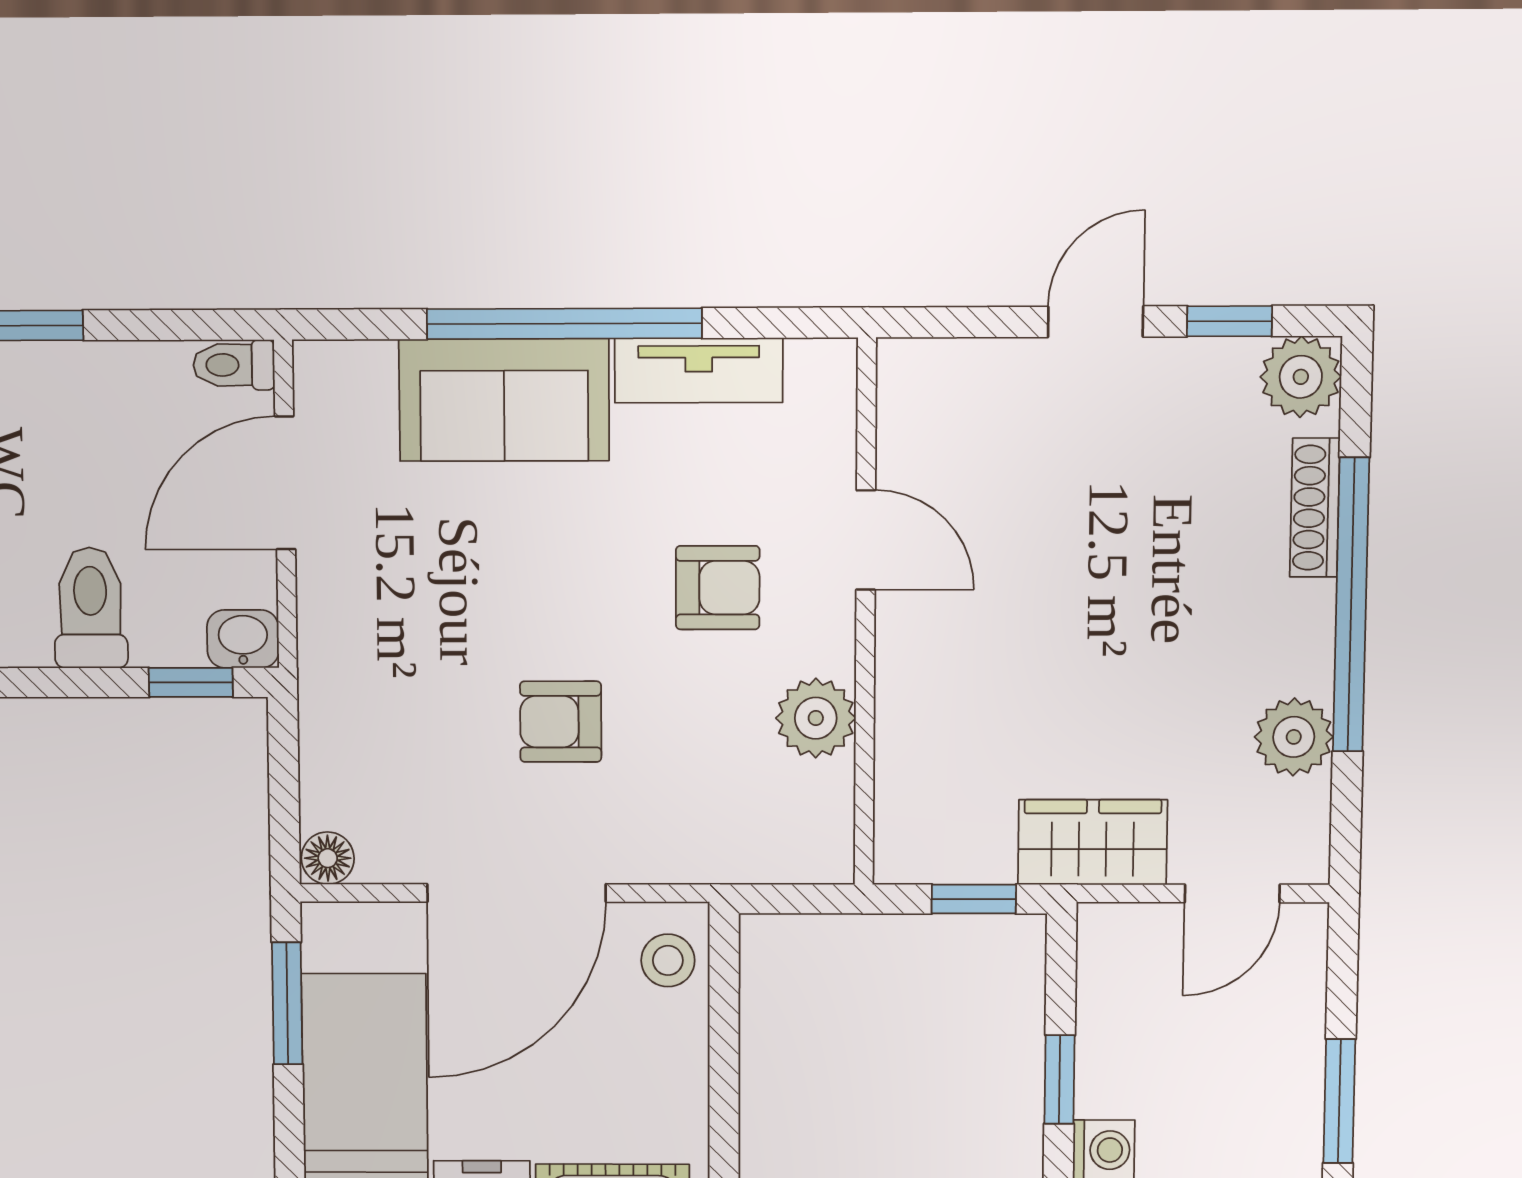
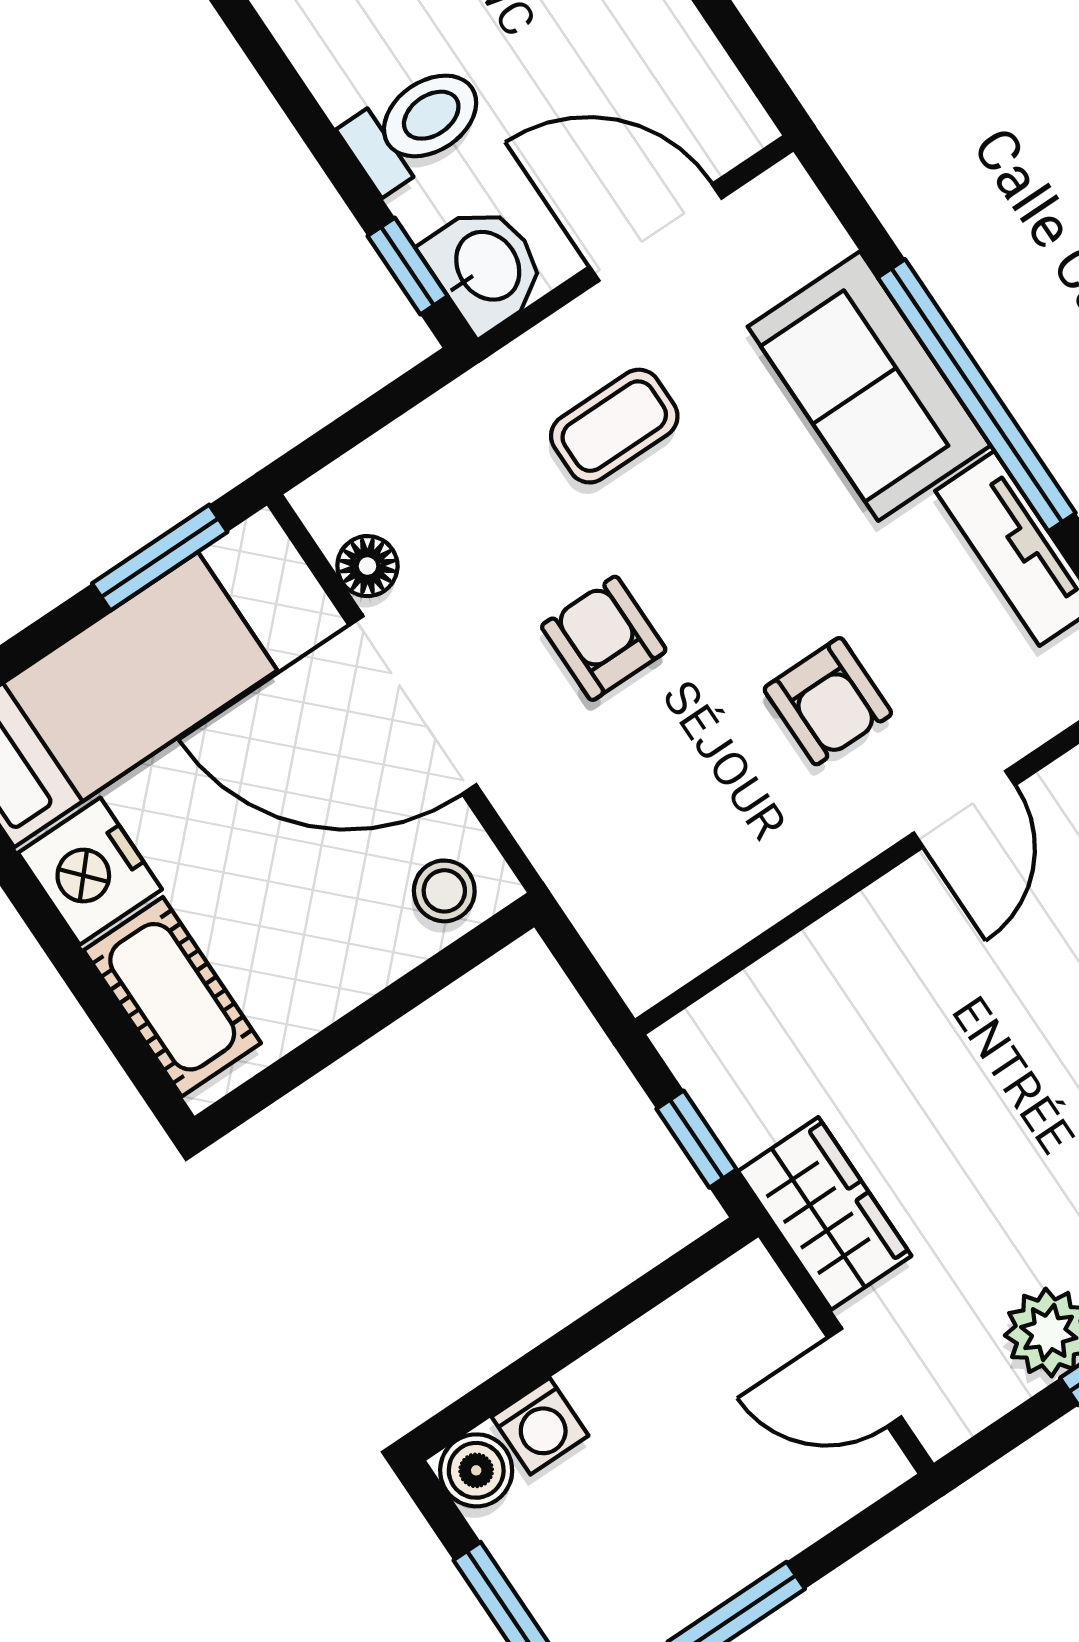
toilet: (234, 365) -> (734, 113), removed
coffee table: (409, 609) -> (614, 426), added
washbasin: (243, 639) -> (485, 267), width x1.38, depth x1.45
plant: (816, 718) -> (767, 875), removed
floor lamp: (328, 858) -> (367, 566), moved
window: (1059, 1080) -> (579, 1338), removed

